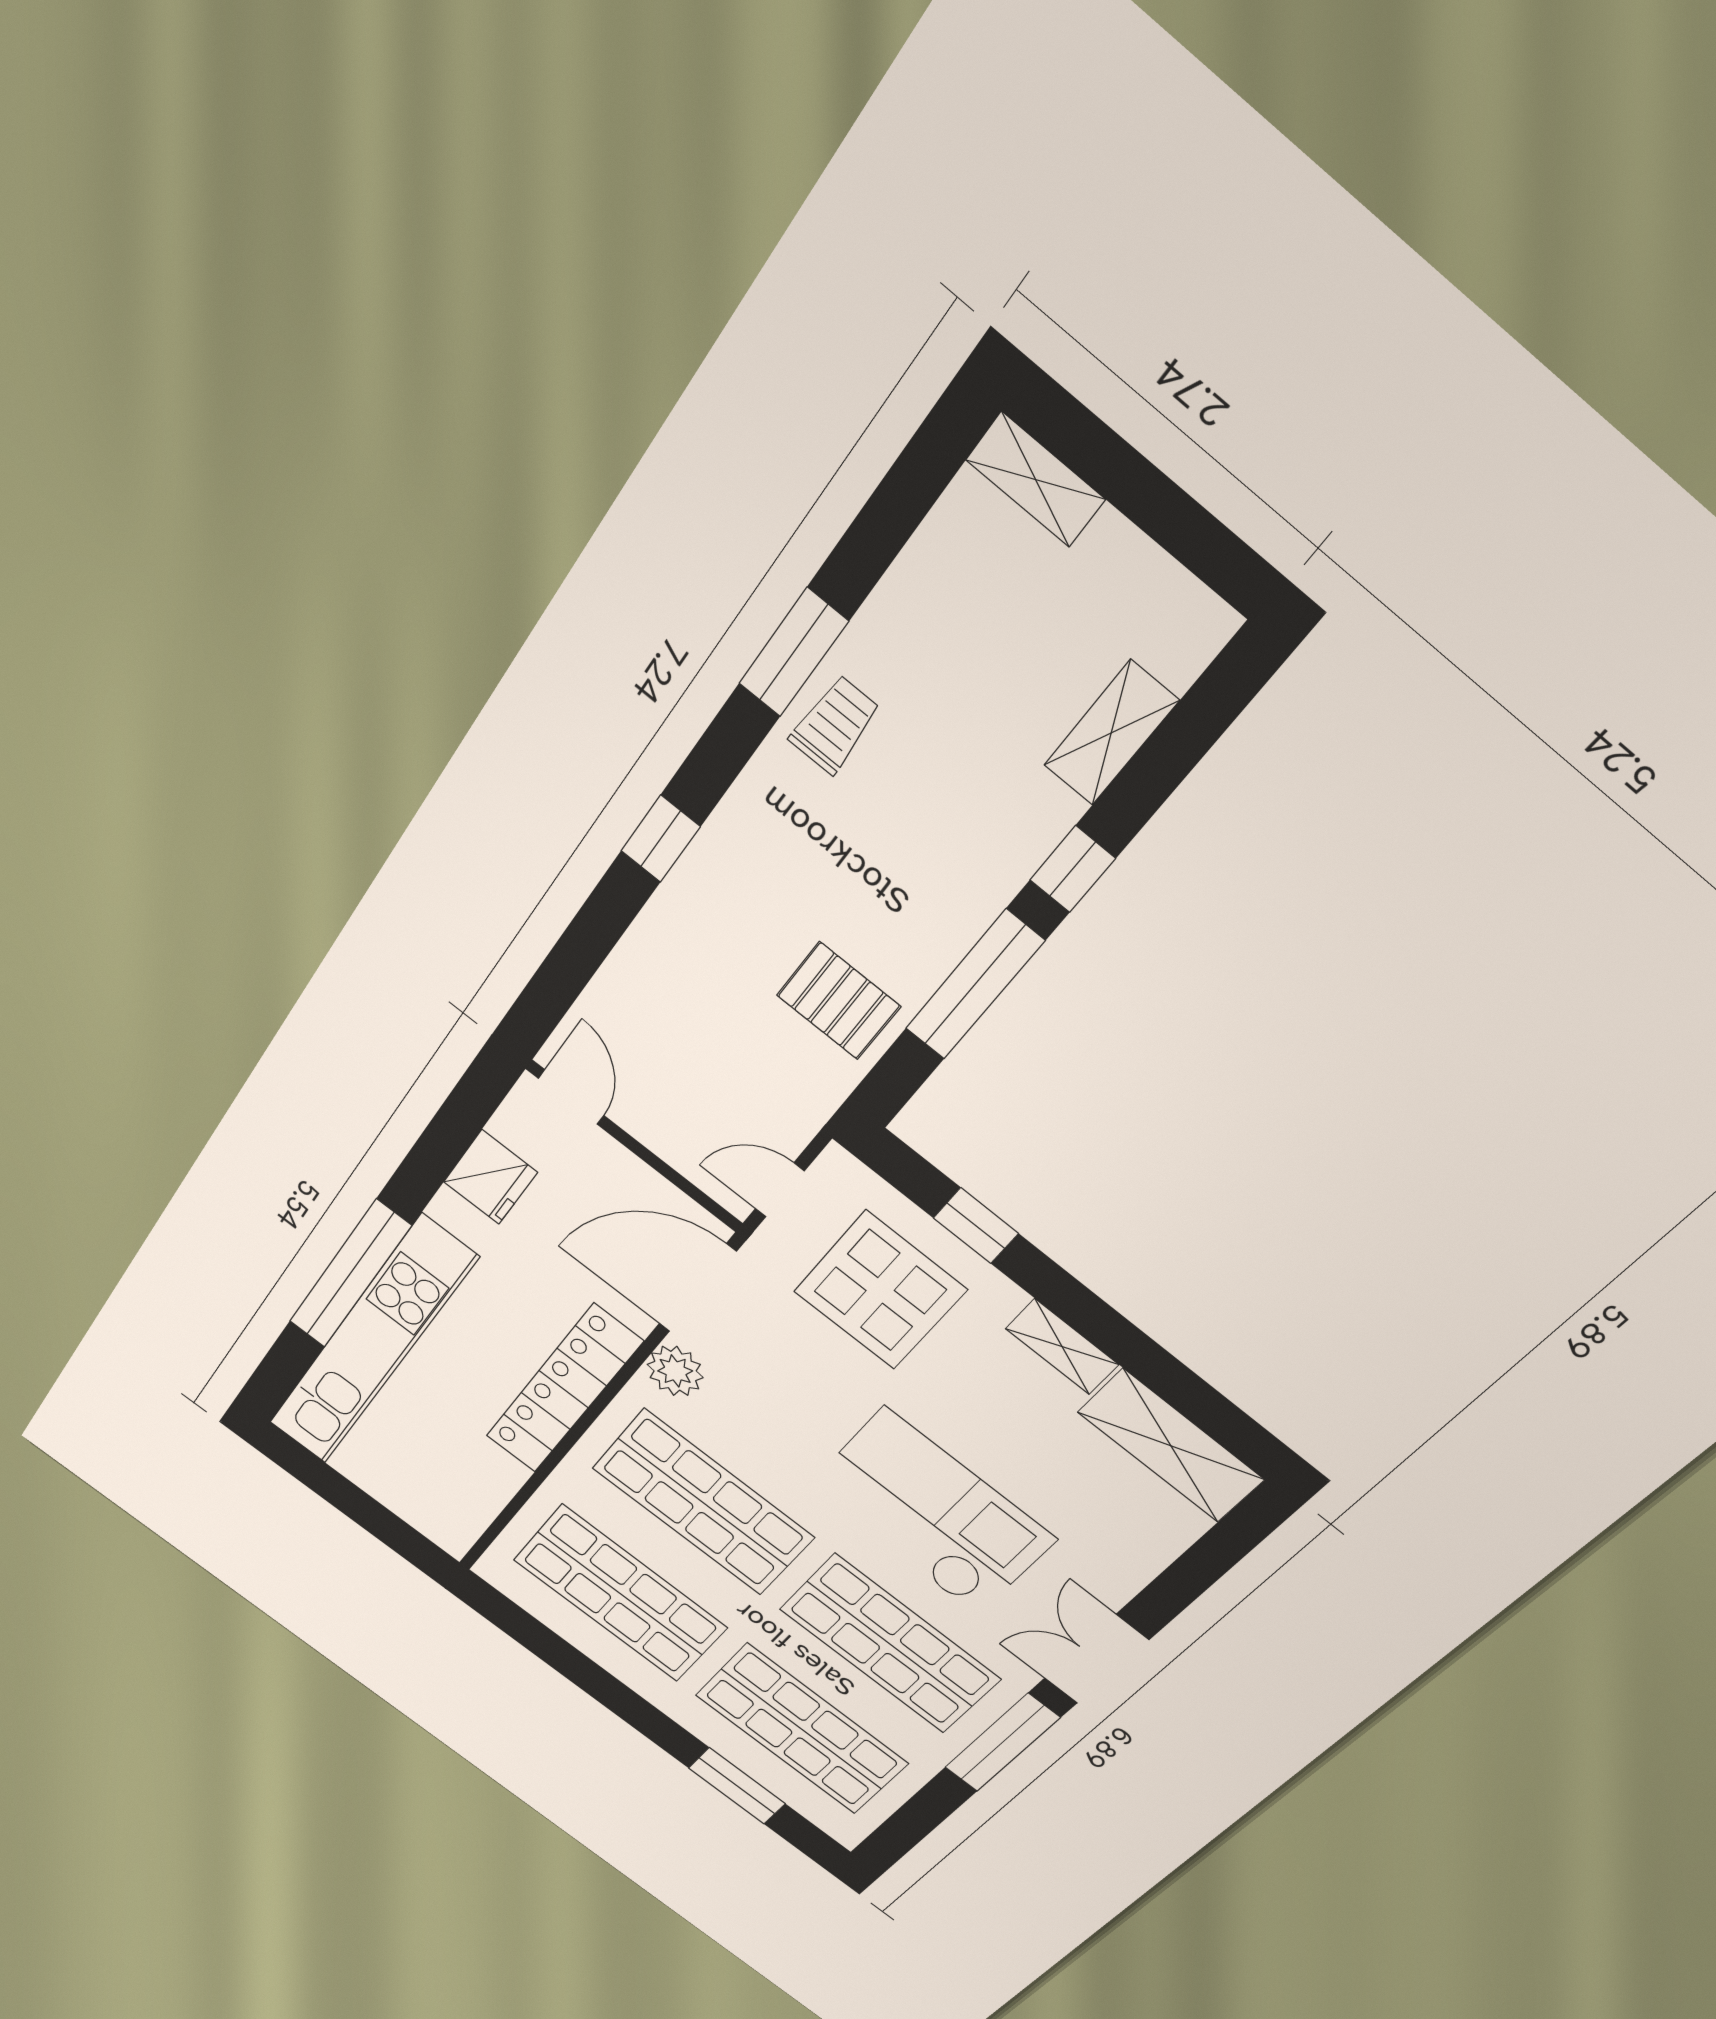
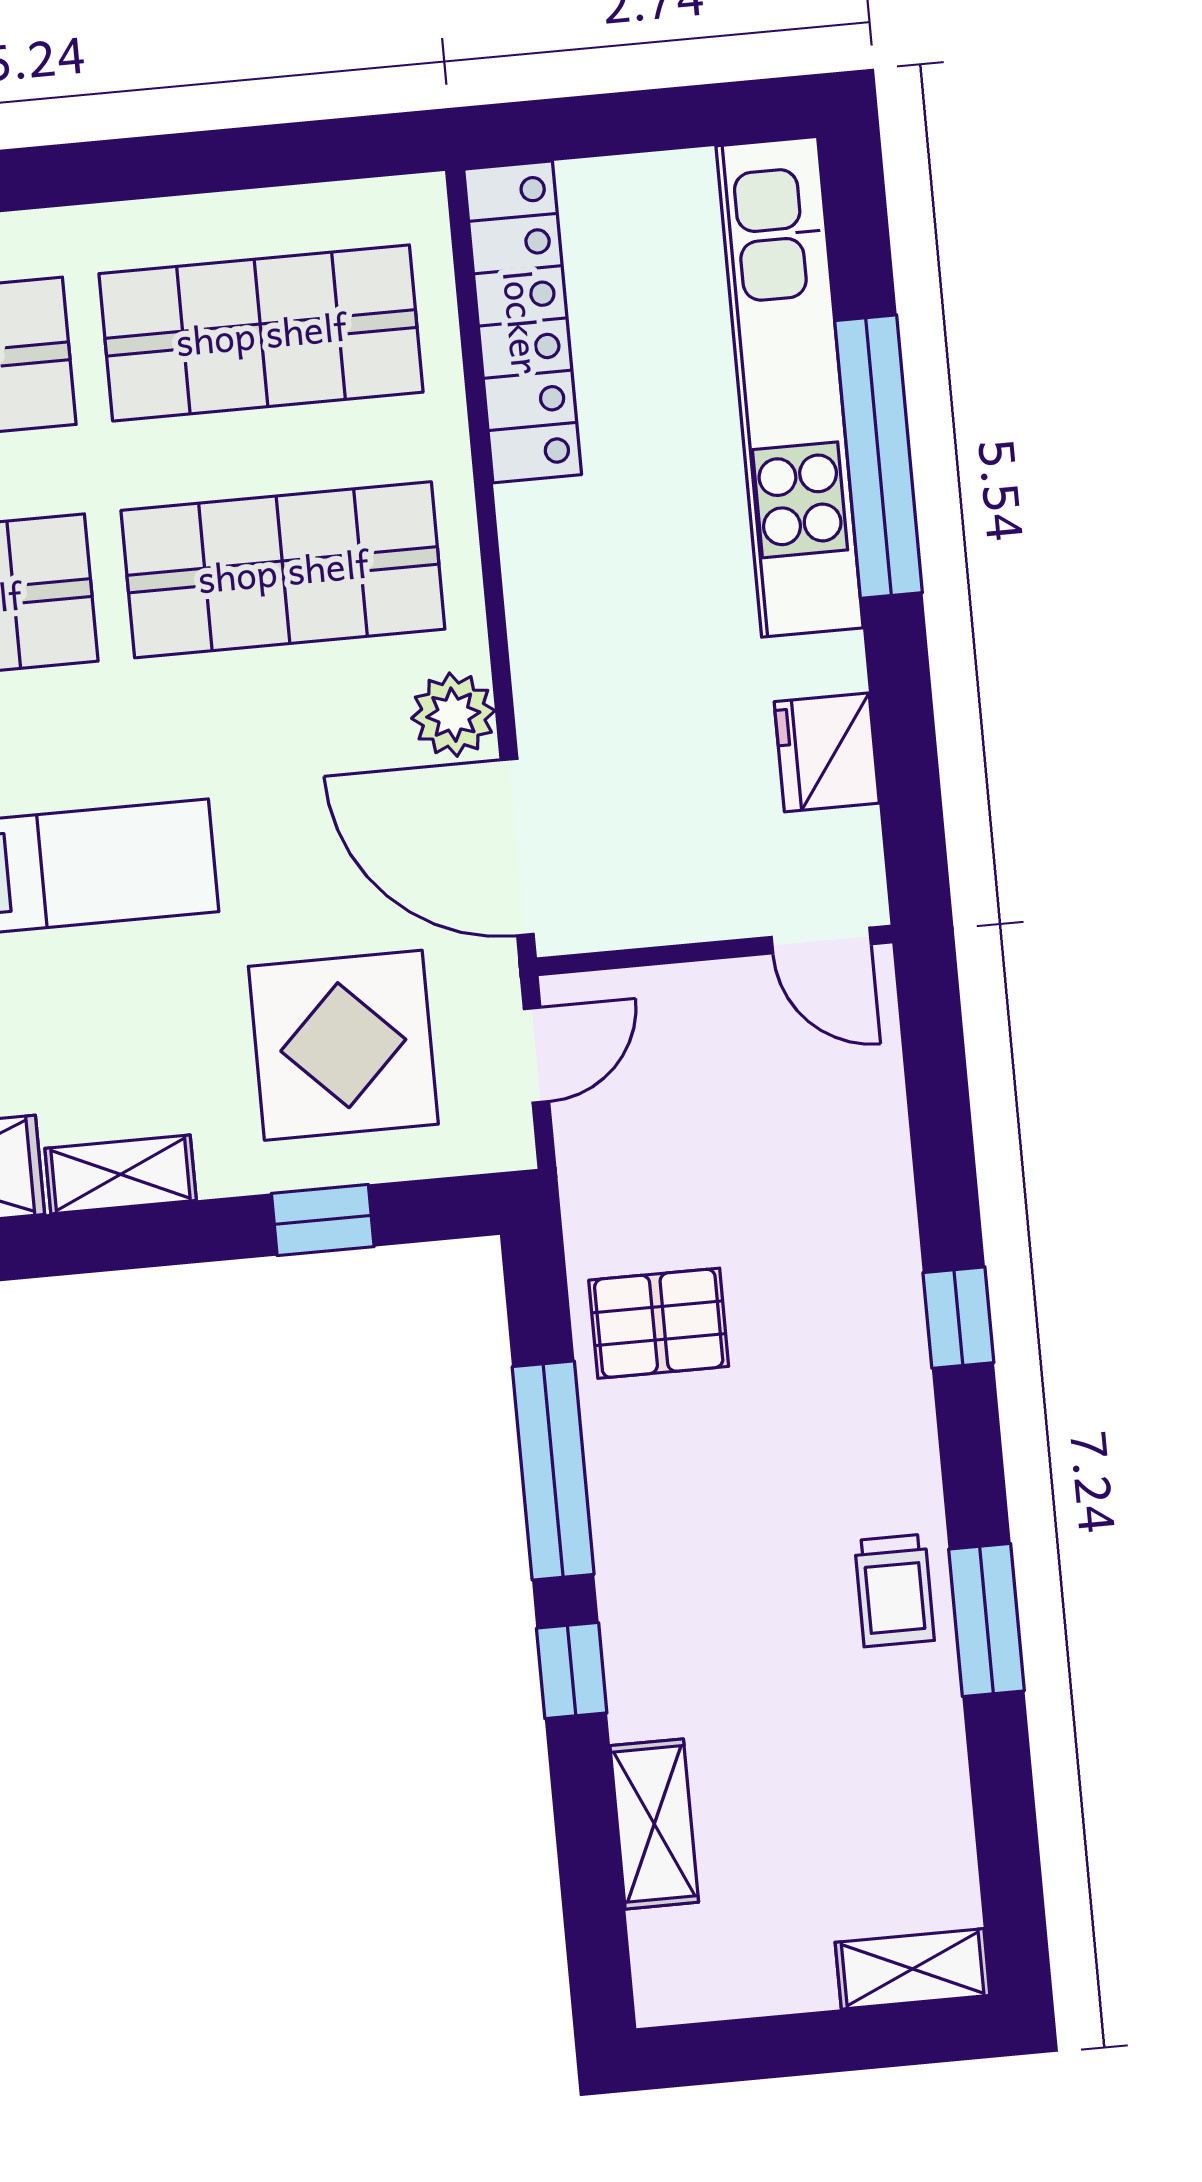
door: (698, 1288) -> (517, 847), swing flipped
locker: (564, 1389) -> (523, 322), moved

